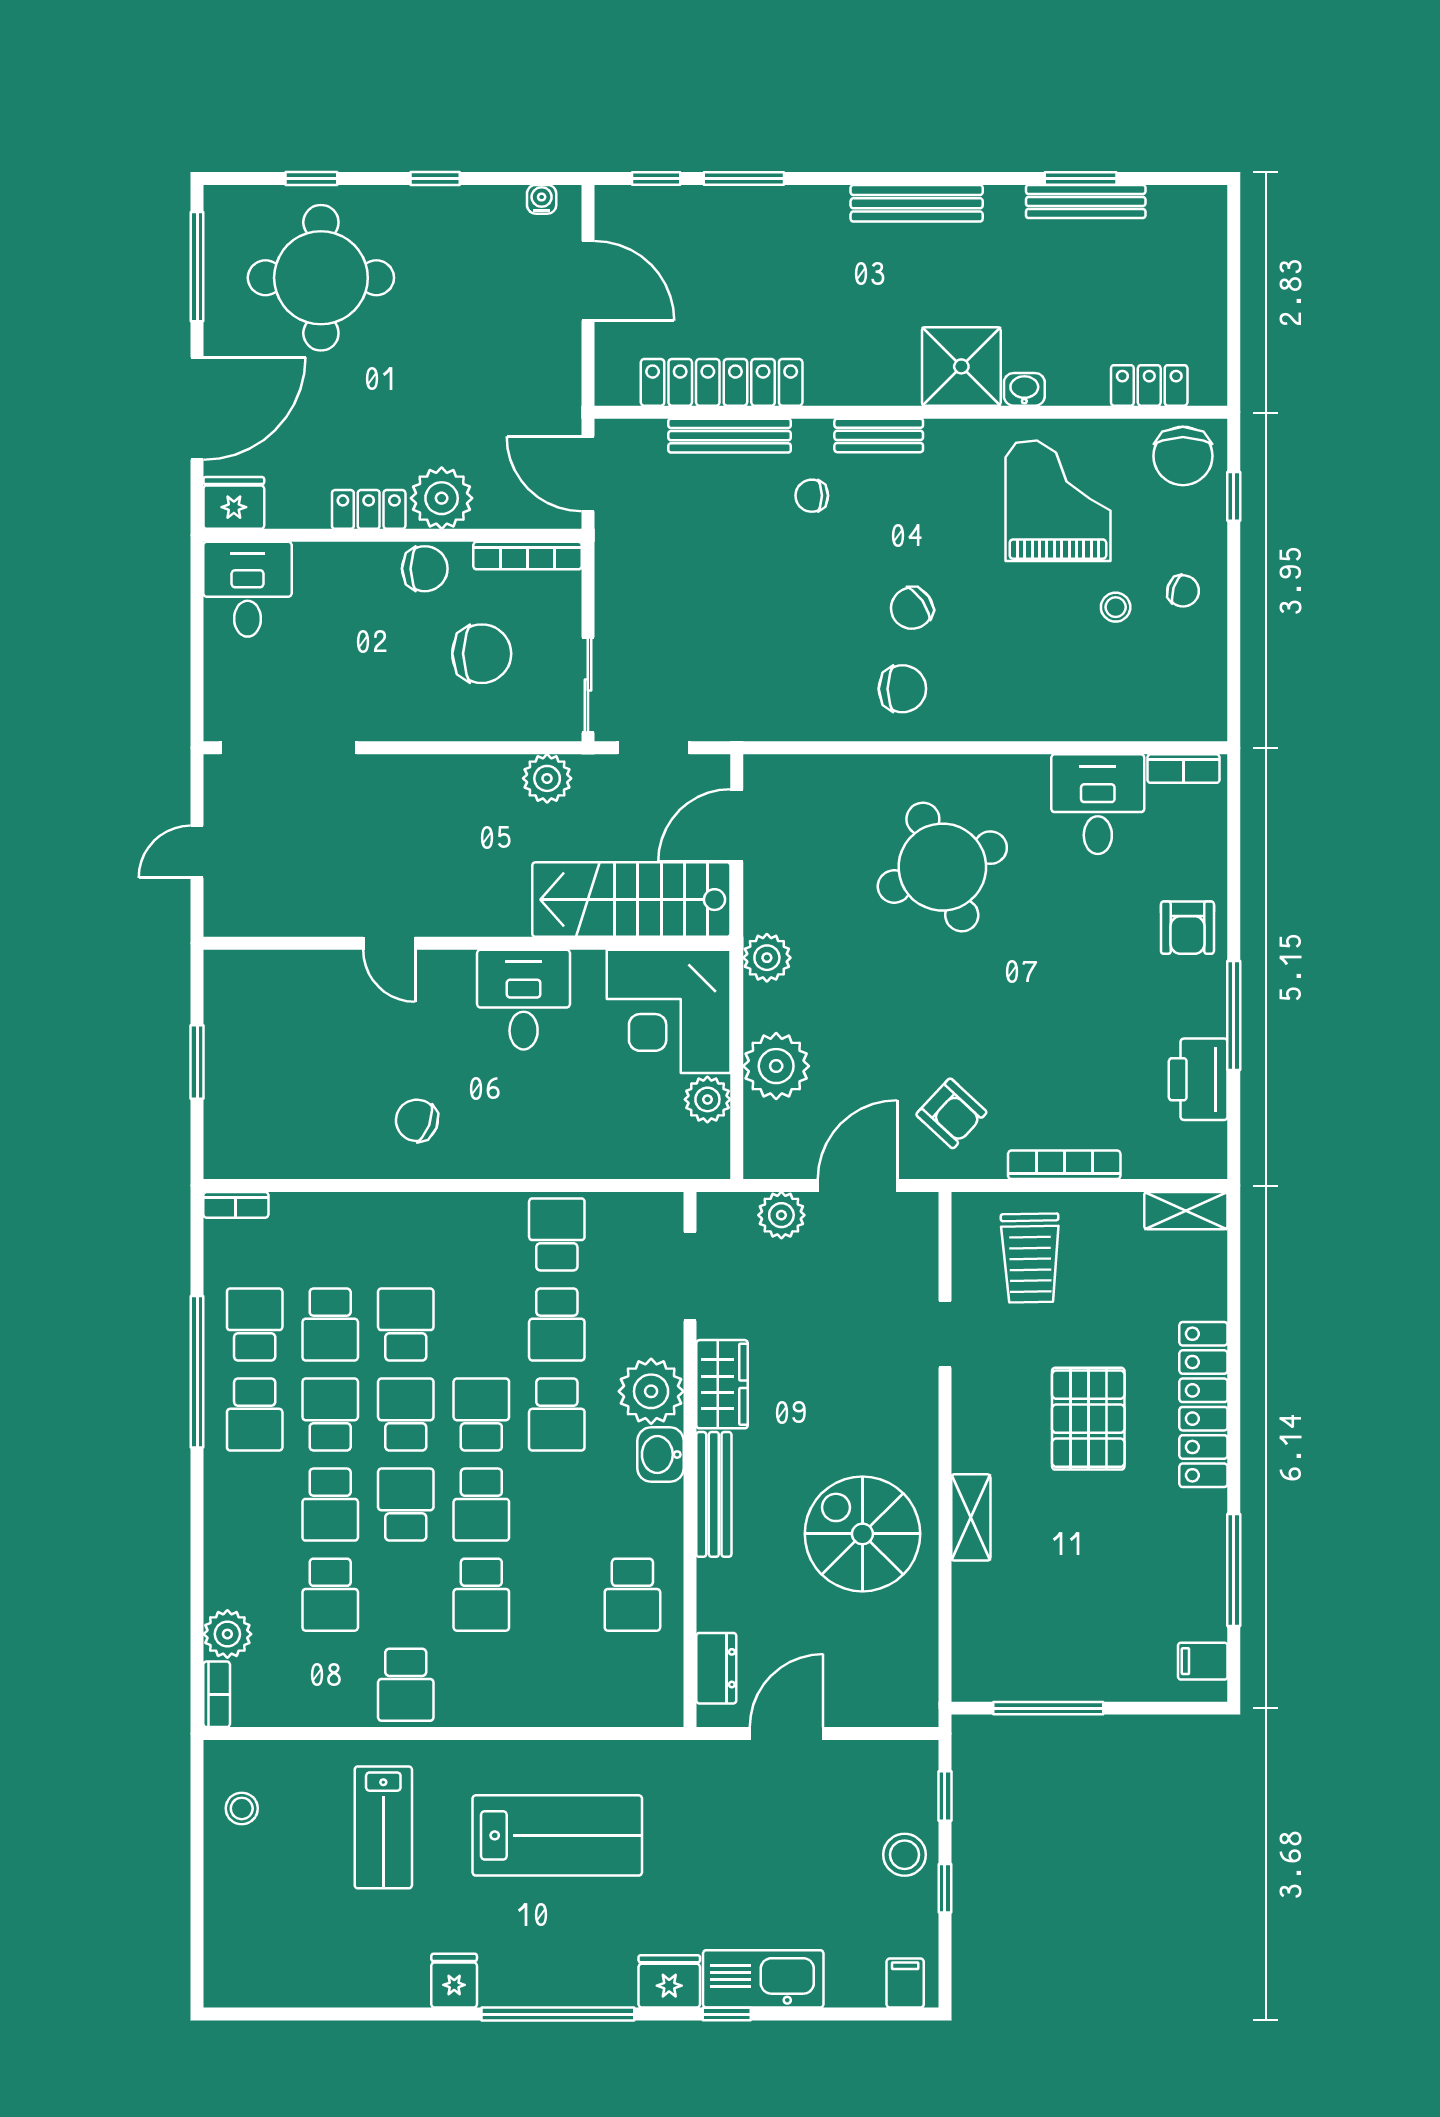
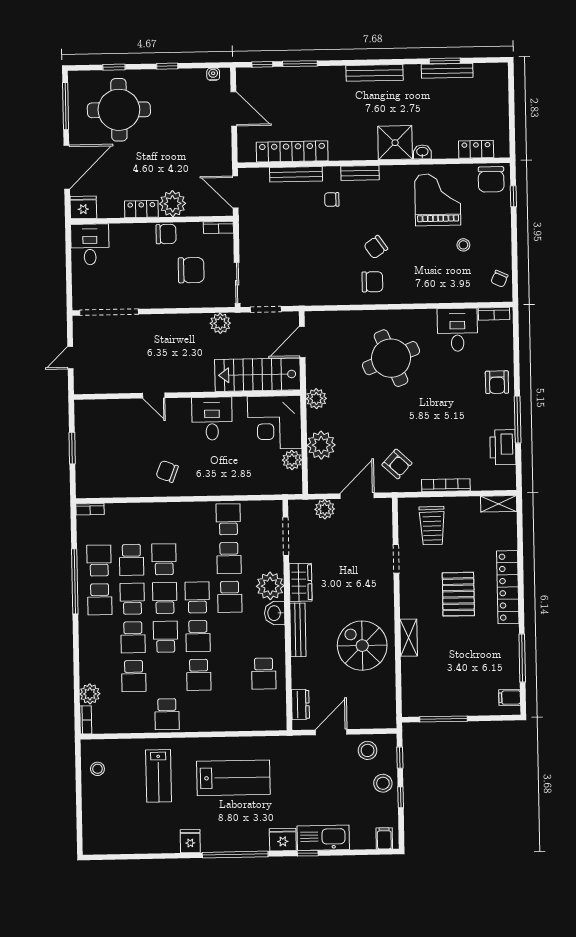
bookcase: (528, 556) -> (218, 227), width x0.64
chair: (1183, 591) -> (499, 279), moved, turned 96
stool: (870, 1778) -> (368, 750), added

